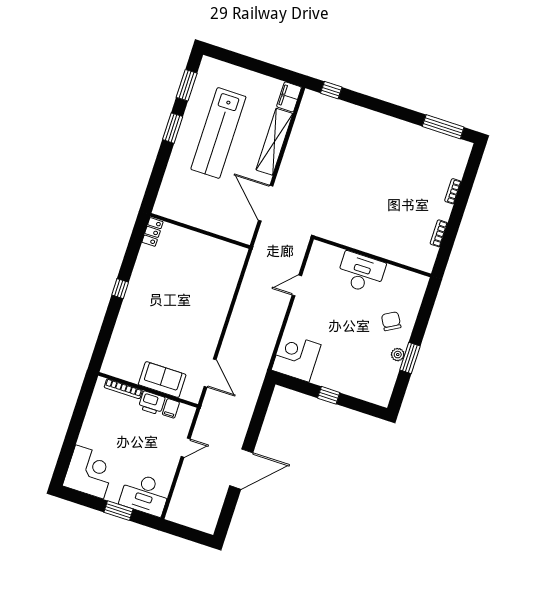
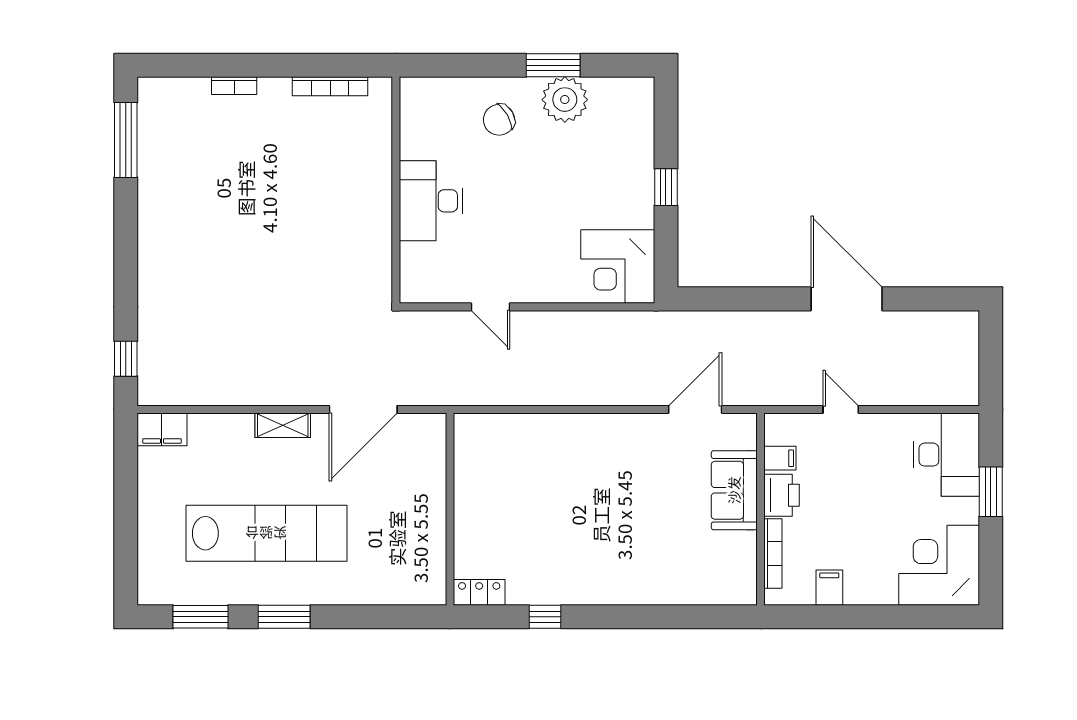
shelving: (274, 142) -> (283, 425), width x0.45, depth x0.75
bookcase: (439, 233) -> (330, 86), width x1.56
window: (120, 289) -> (545, 617), moved
plant: (398, 355) -> (565, 100), width x1.87, depth x1.87
filing cabinet: (96, 412) -> (829, 588), added

